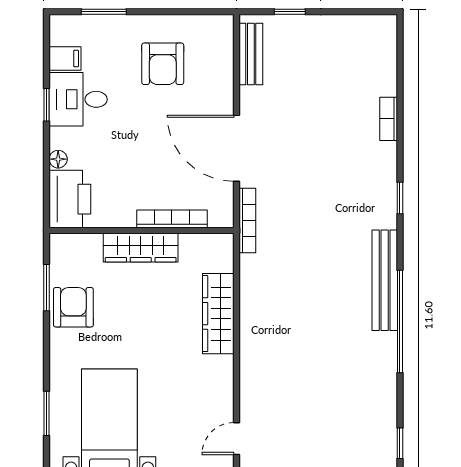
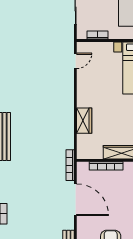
wardrobe: (218, 314) -> (84, 121), width x0.67

